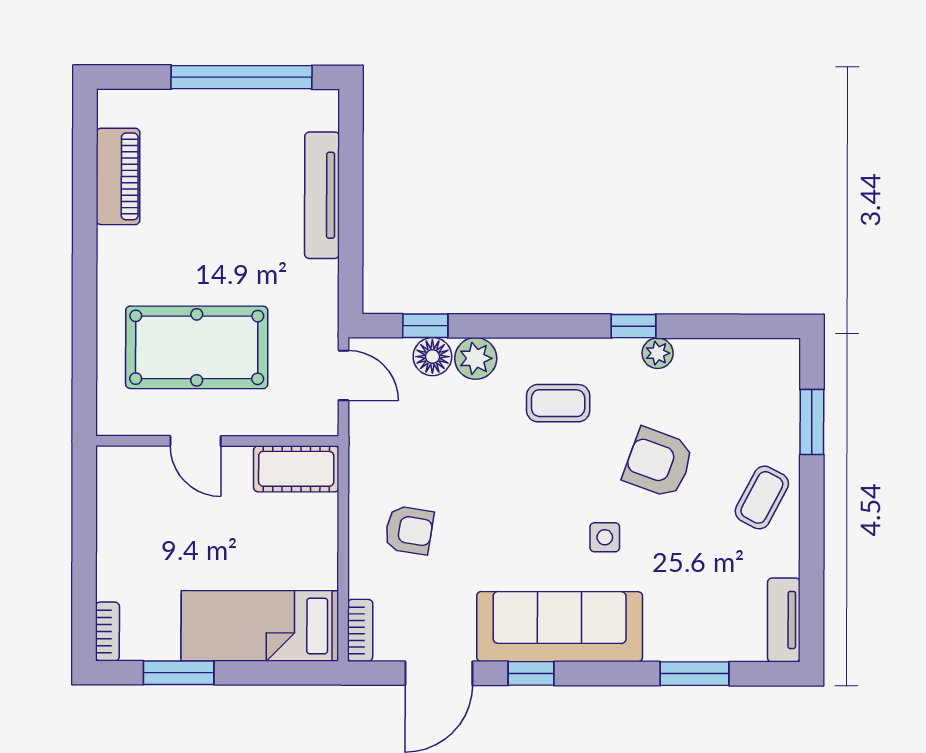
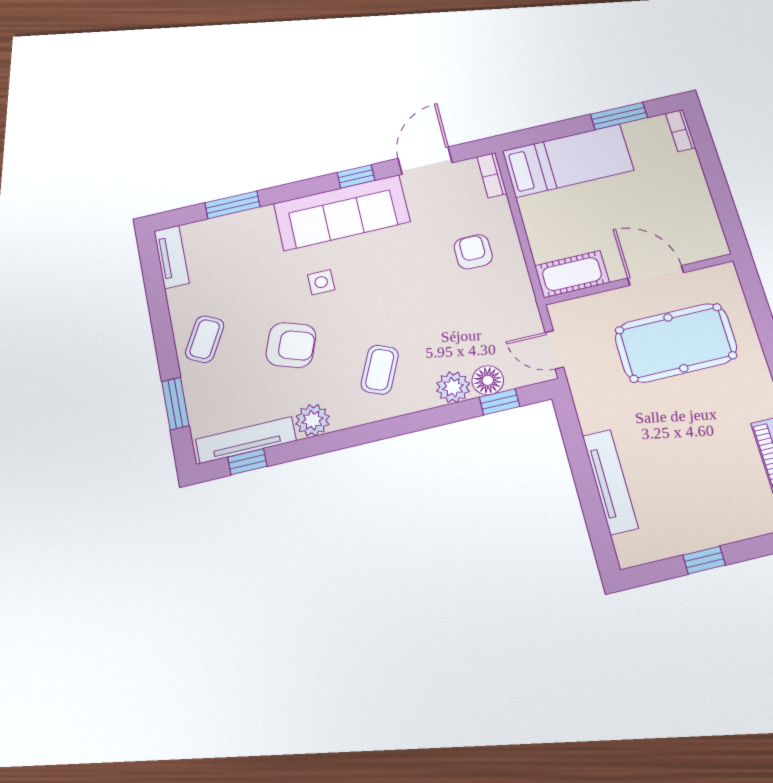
window: (242, 77) -> (704, 560), width x0.32
window: (633, 326) -> (247, 462), moved
plant: (658, 353) -> (312, 420), width x1.38, depth x1.38
tv unit: (736, 354) -> (246, 440), added
coffee table: (558, 403) -> (380, 370), turned -66
door: (195, 441) -> (656, 275), width x1.38
armchair: (409, 530) -> (473, 252), turned 81

